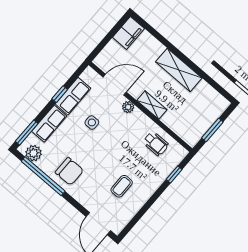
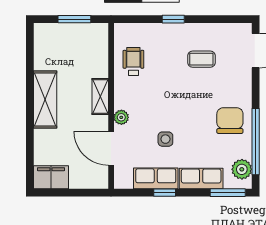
window: (174, 174) -> (173, 19), moved

